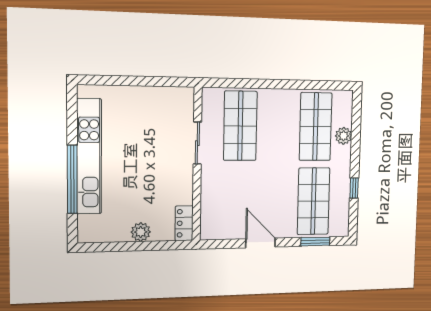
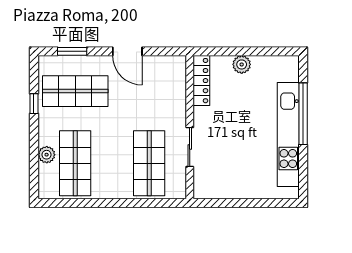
shop shelf: (314, 201) -> (75, 91), turned 90
locker: (184, 223) -> (201, 81), width x1.53

